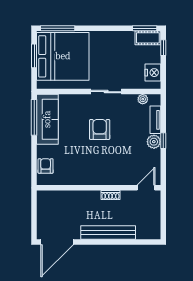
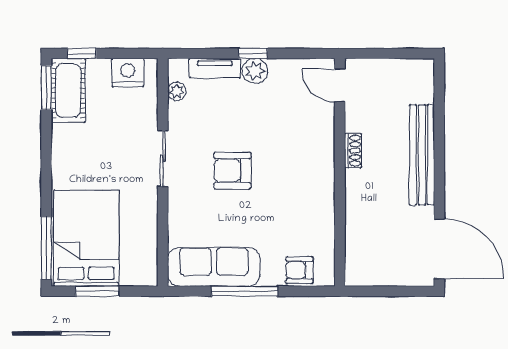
cot: (148, 38) -> (68, 90), width x1.37, depth x1.34
bed: (63, 56) -> (86, 238), width x0.73
window: (34, 117) -> (245, 291), moved

